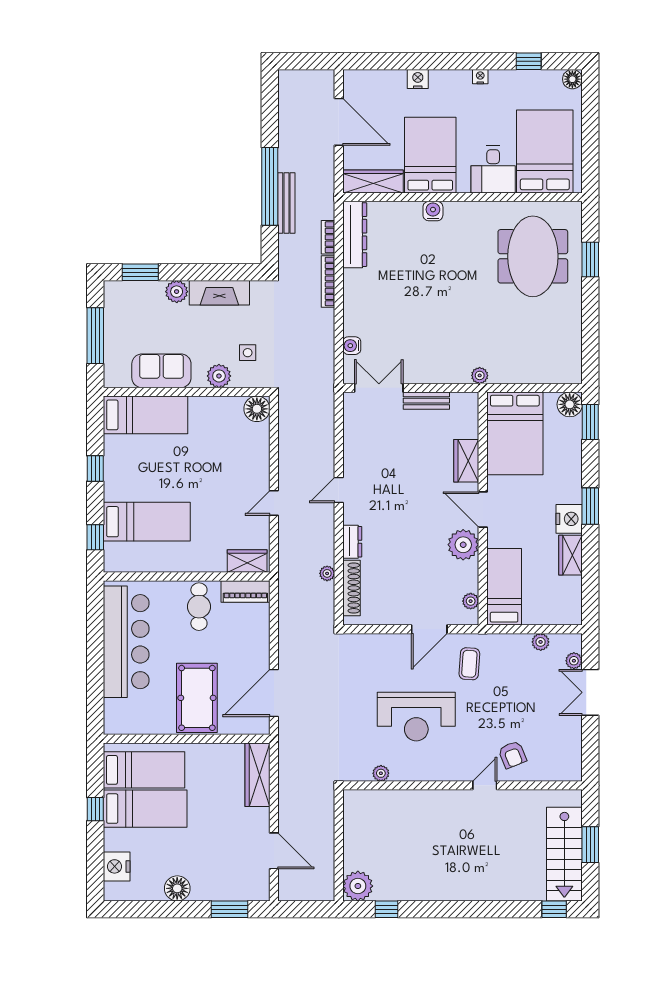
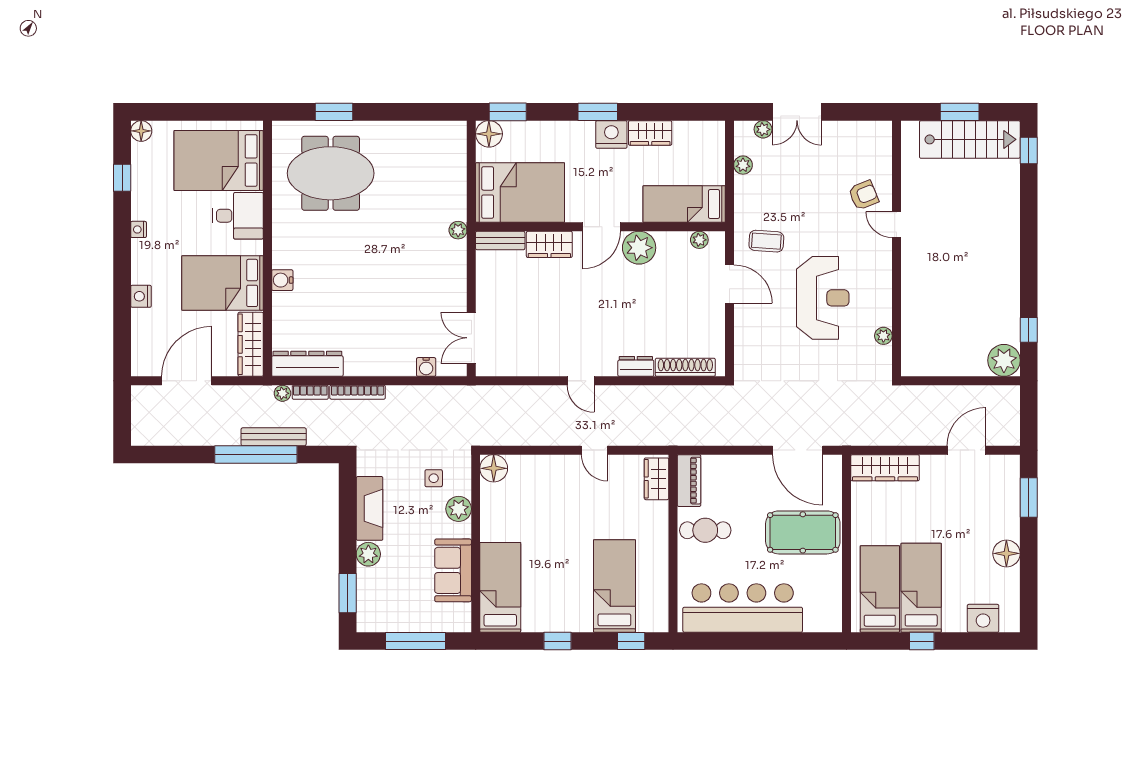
bench: (426, 401) -> (500, 241), moved, turned 90
plant: (327, 573) -> (282, 393), moved

